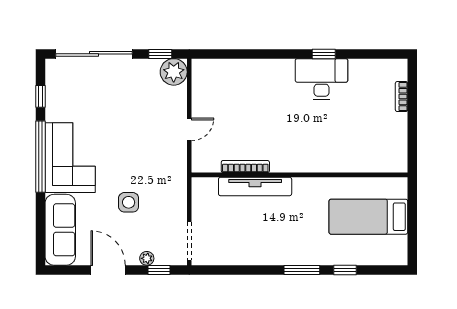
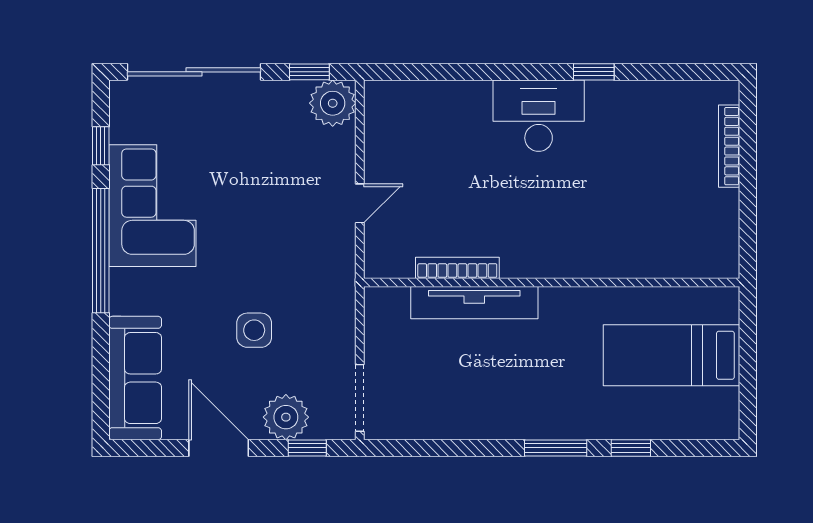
desk: (321, 79) -> (539, 116), moved
bookcase: (401, 97) -> (729, 146), width x1.56
corner sofa: (70, 158) -> (152, 206), moved
plant: (147, 258) -> (286, 417), width x1.88, depth x1.88

